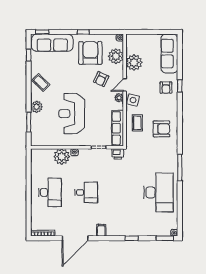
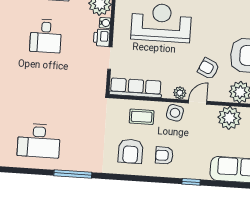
door: (125, 85) -> (198, 102), hinge flipped
armchair: (166, 88) -> (164, 155), moved
printer: (118, 154) -> (102, 38), moved
desk: (158, 192) -> (39, 141), width x0.73, depth x0.77

